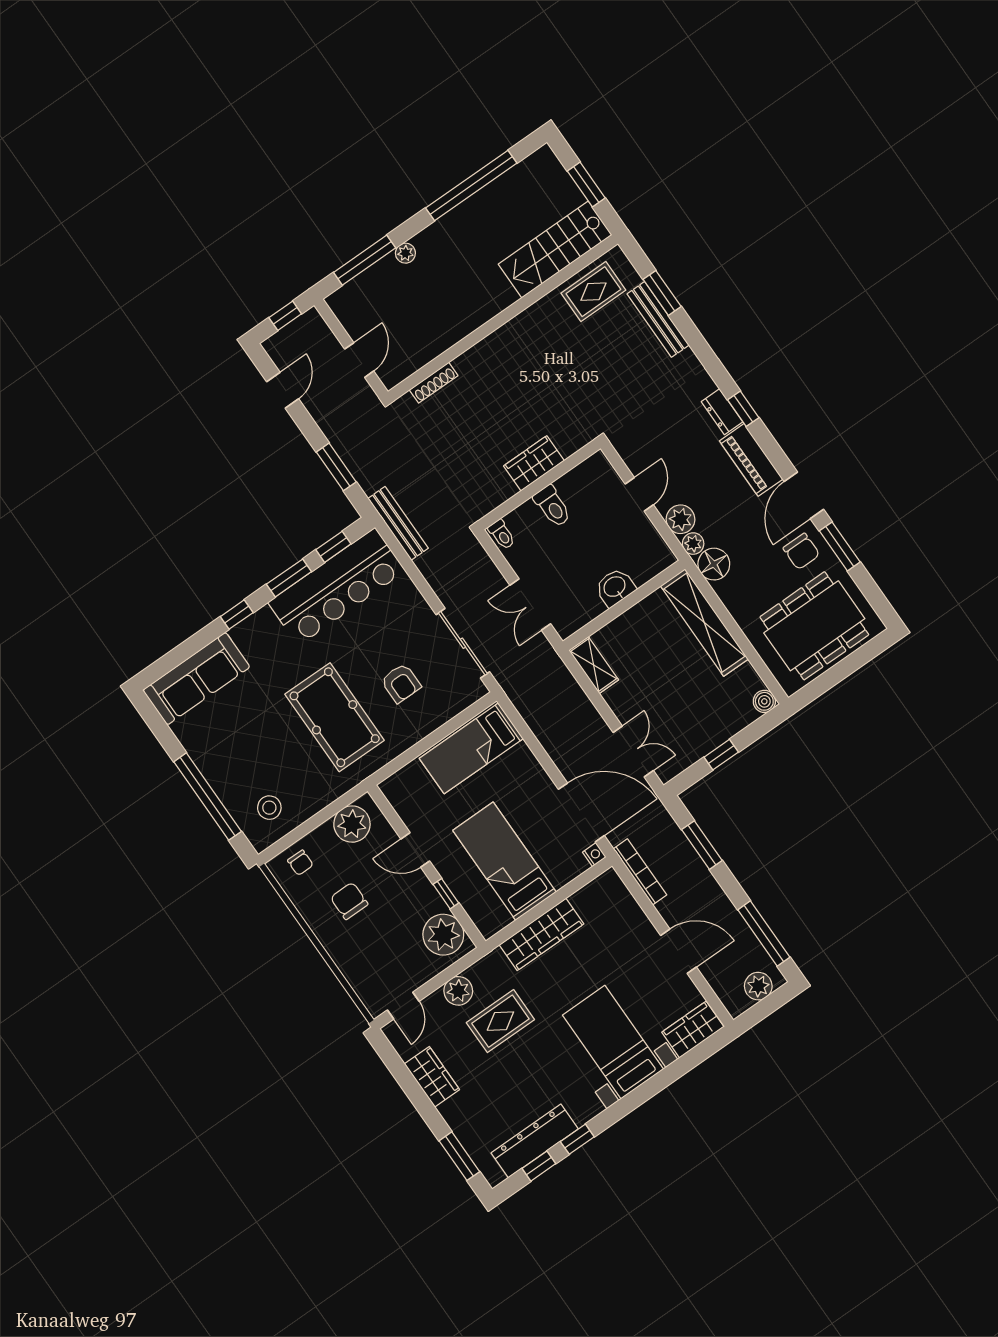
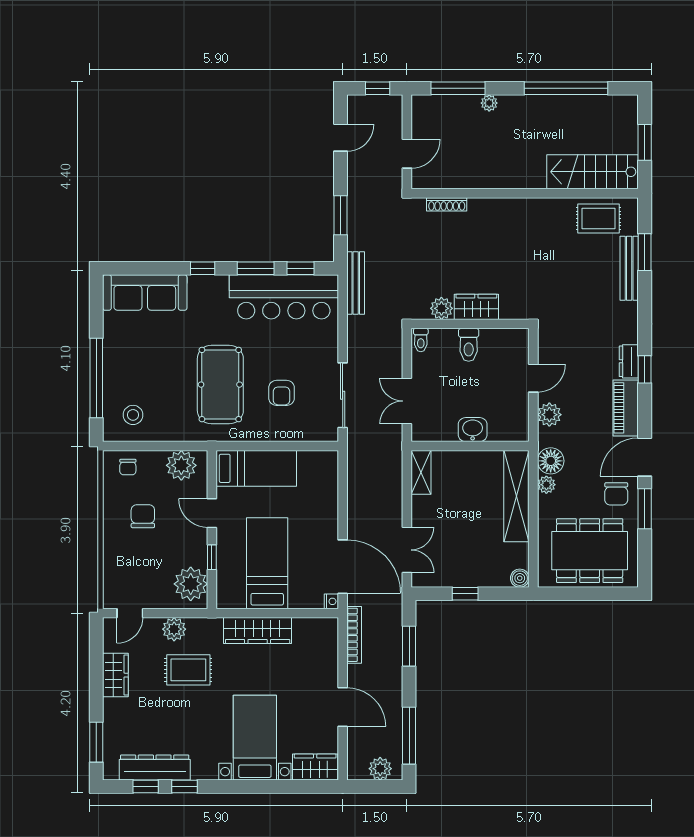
plant: (500, 489) -> (441, 308), added
plant: (693, 544) -> (546, 485), moved
bed: (471, 748) -> (256, 468), moved, turned 180

